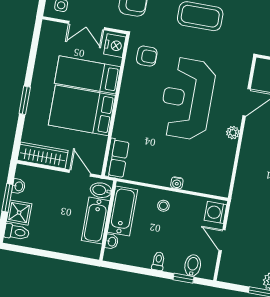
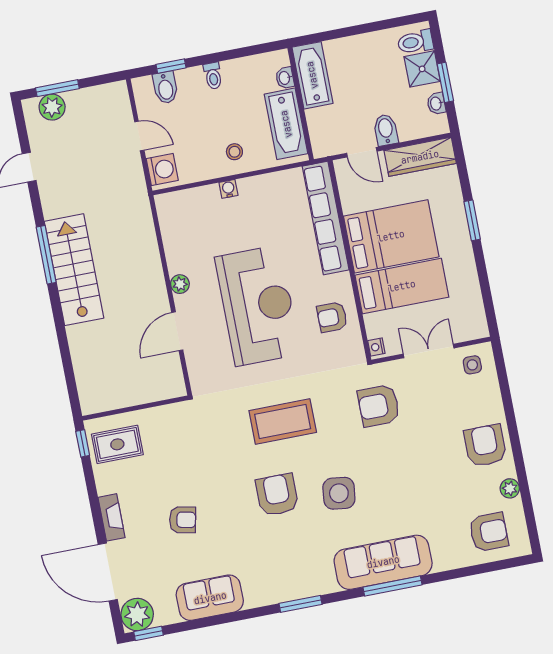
nightstand: (115, 46) -> (376, 347), width x0.53, depth x0.56
armchair: (147, 56) -> (332, 317), moved
row of seats: (117, 158) -> (326, 218), width x2.02
bidet: (101, 190) -> (386, 130), moved, turned -90
bathtub: (96, 221) -> (312, 75), moved

